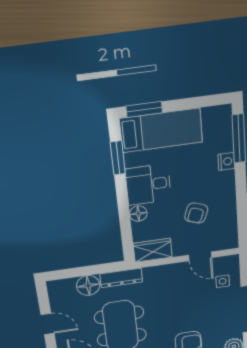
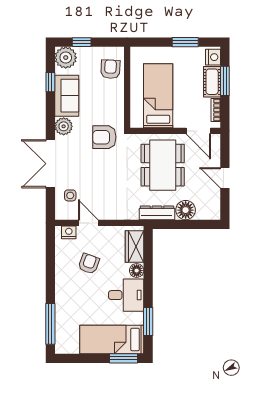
nightstand: (226, 161) -> (69, 232), moved, turned 90
wardrobe: (153, 250) -> (134, 246), moved, turned 90

